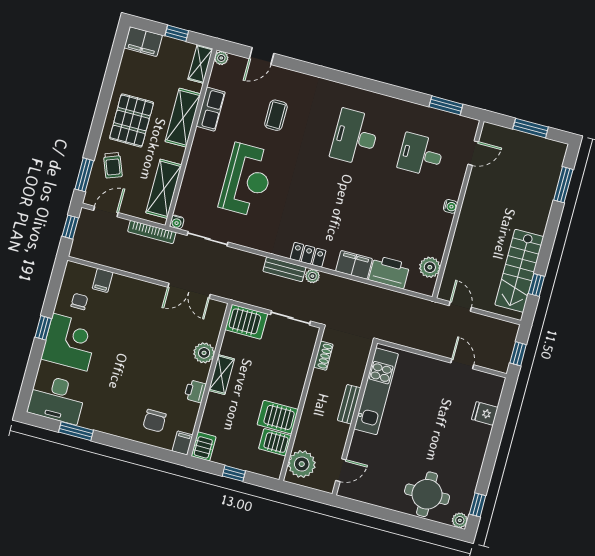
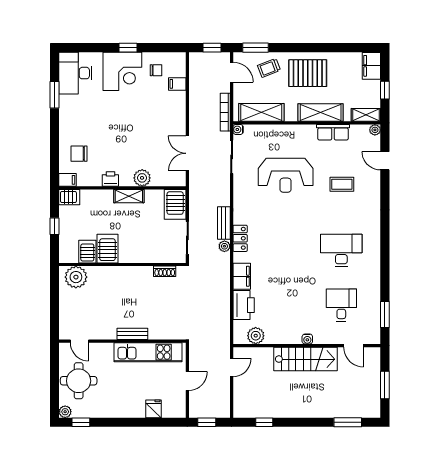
stairs: (519, 271) -> (305, 359), moved, turned 180
kitchen unit: (376, 391) -> (148, 352), moved
bench: (349, 404) -> (132, 334), moved
wall: (355, 419) -> (122, 341), moved
door: (341, 470) -> (79, 341), moved

